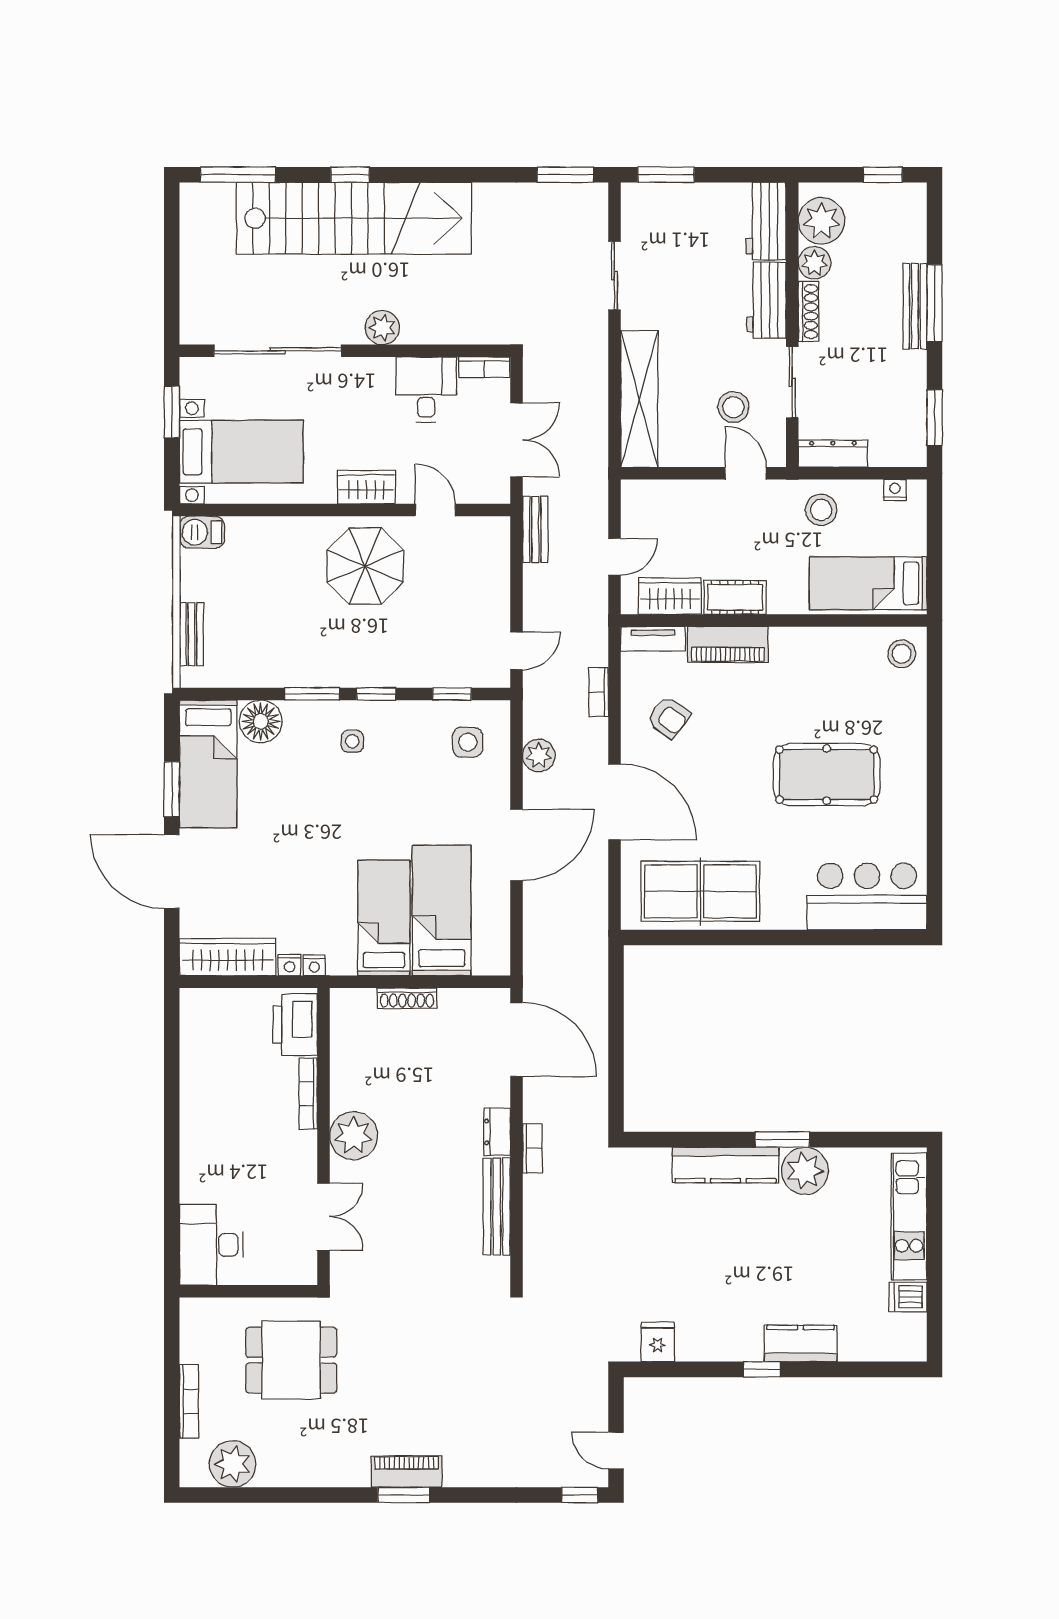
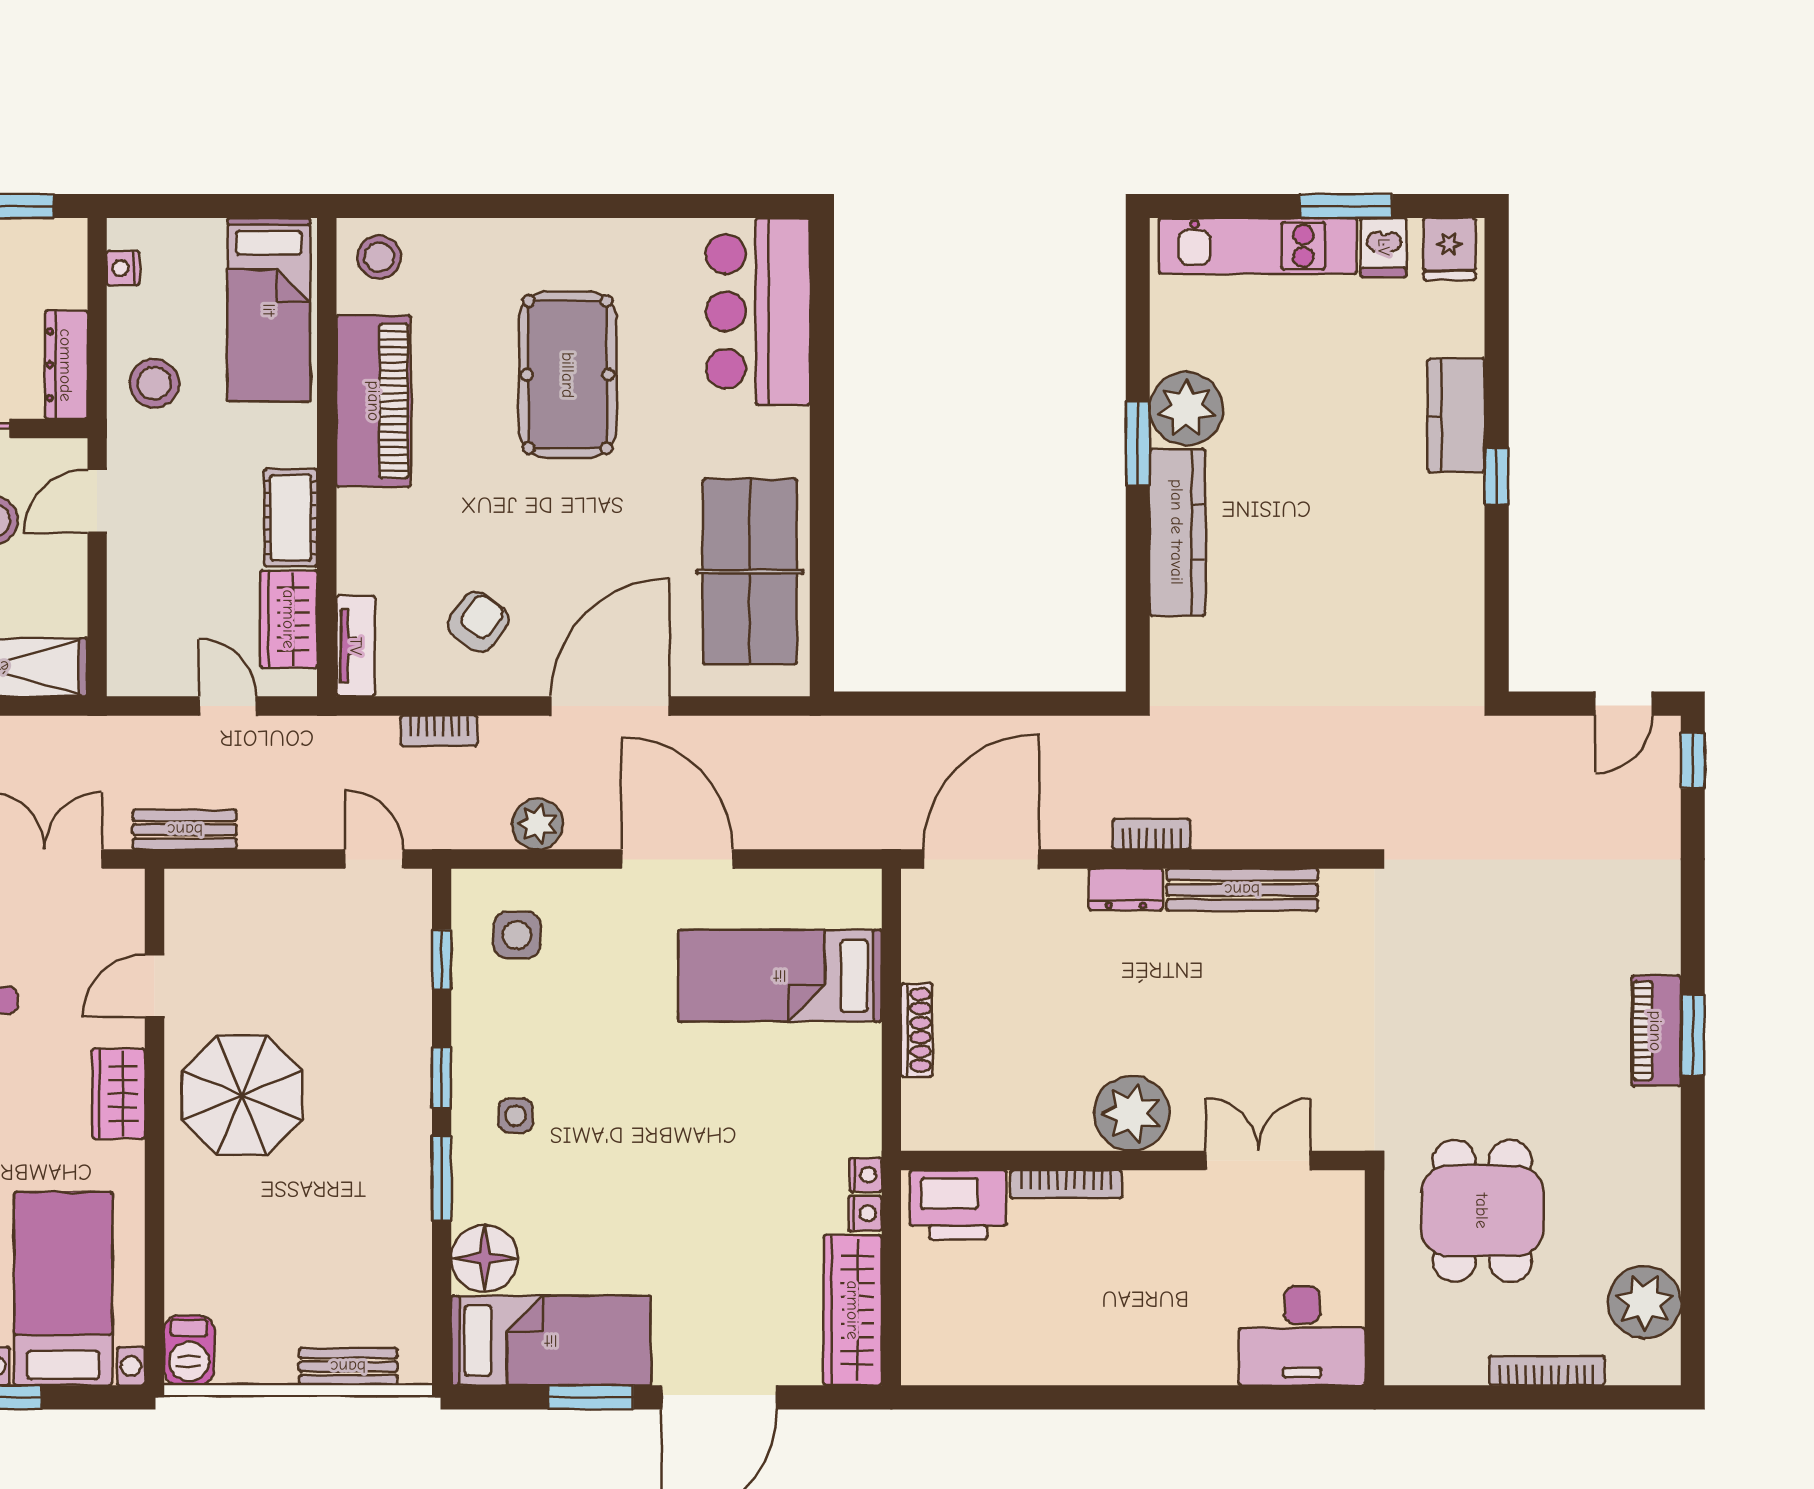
piano: (728, 644) -> (374, 401), moved, width x1.37, depth x1.33
bed: (384, 918) -> (792, 1066), removed
window: (935, 1273) -> (1346, 206), added
fridge: (658, 1342) -> (1449, 249), moved, turned -90

